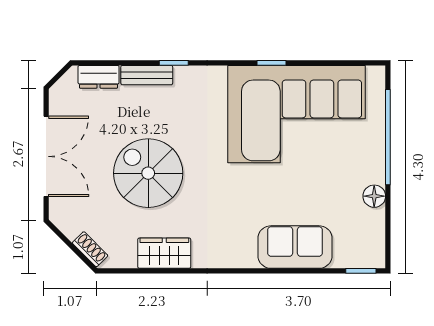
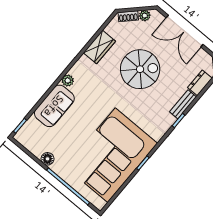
plant: (71, 228) -> (145, 16), added
plant: (246, 258) -> (68, 80), added

